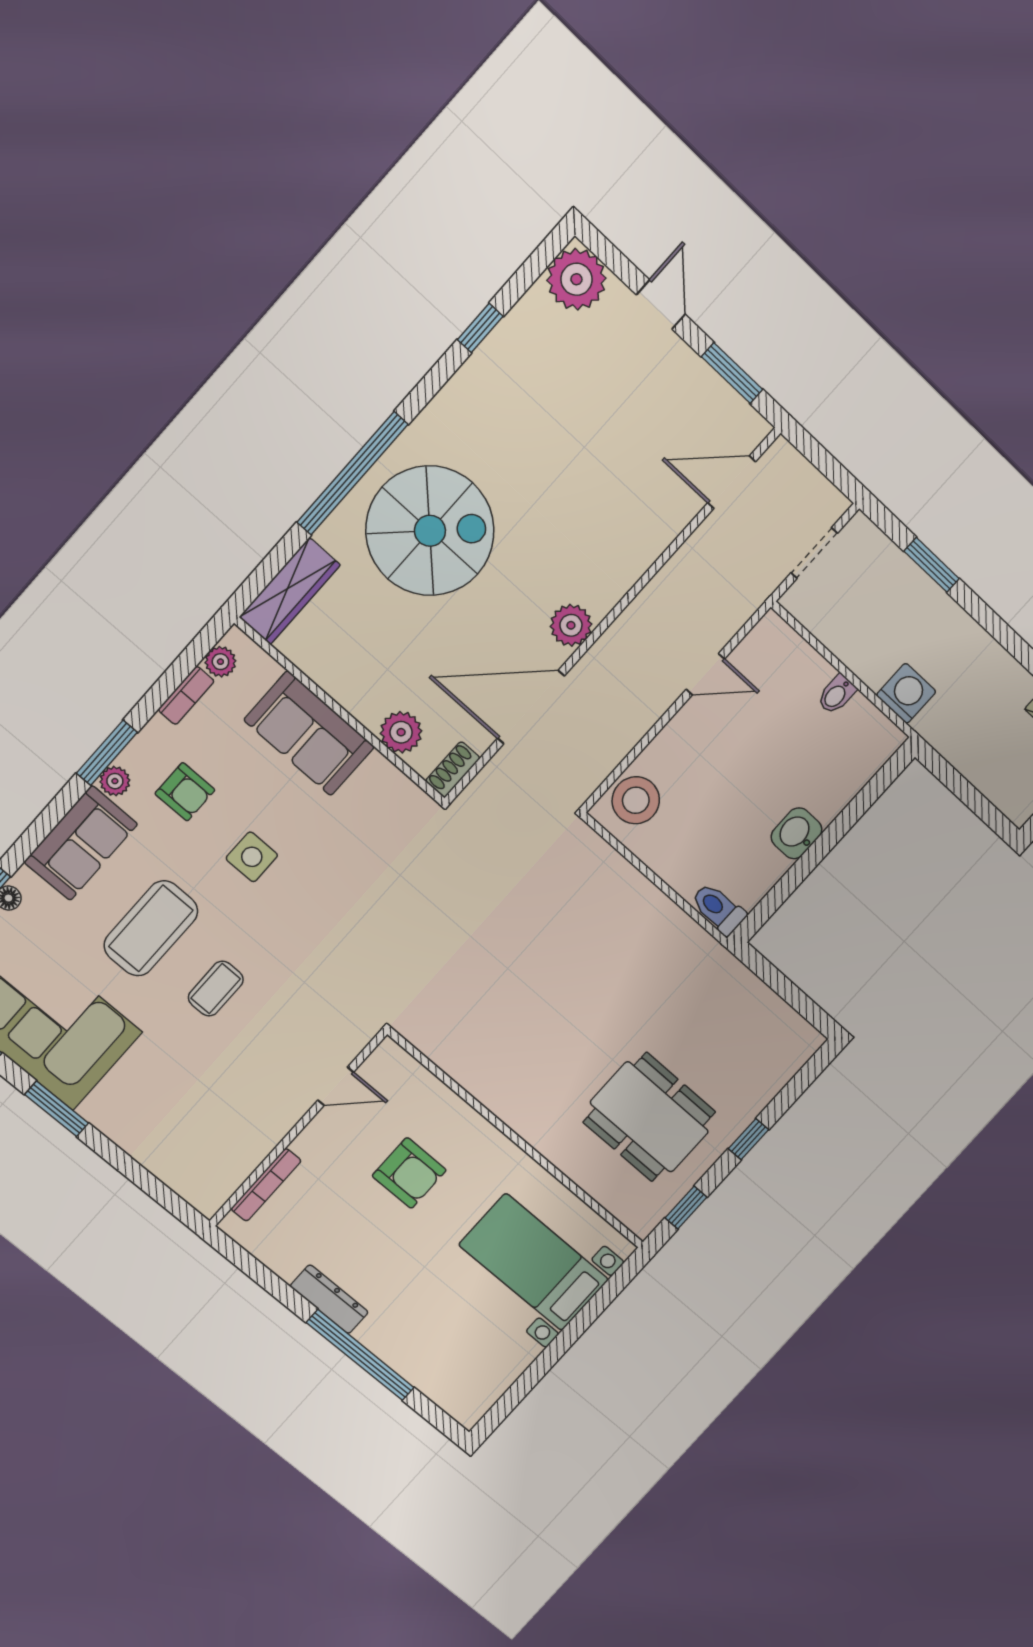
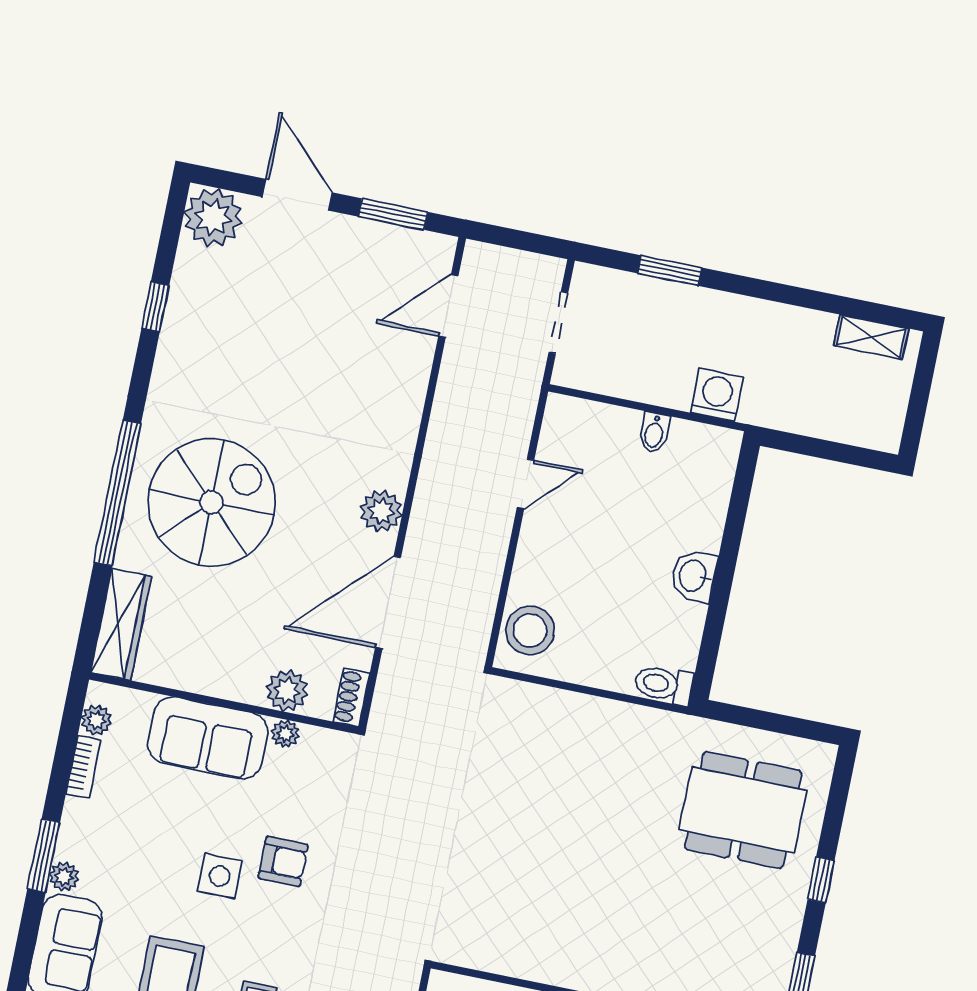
door: (661, 304) -> (297, 195), width x1.38
plant: (378, 768) -> (285, 734), added
armchair: (185, 792) -> (283, 861), moved
dining table: (649, 1117) -> (743, 810), moved

